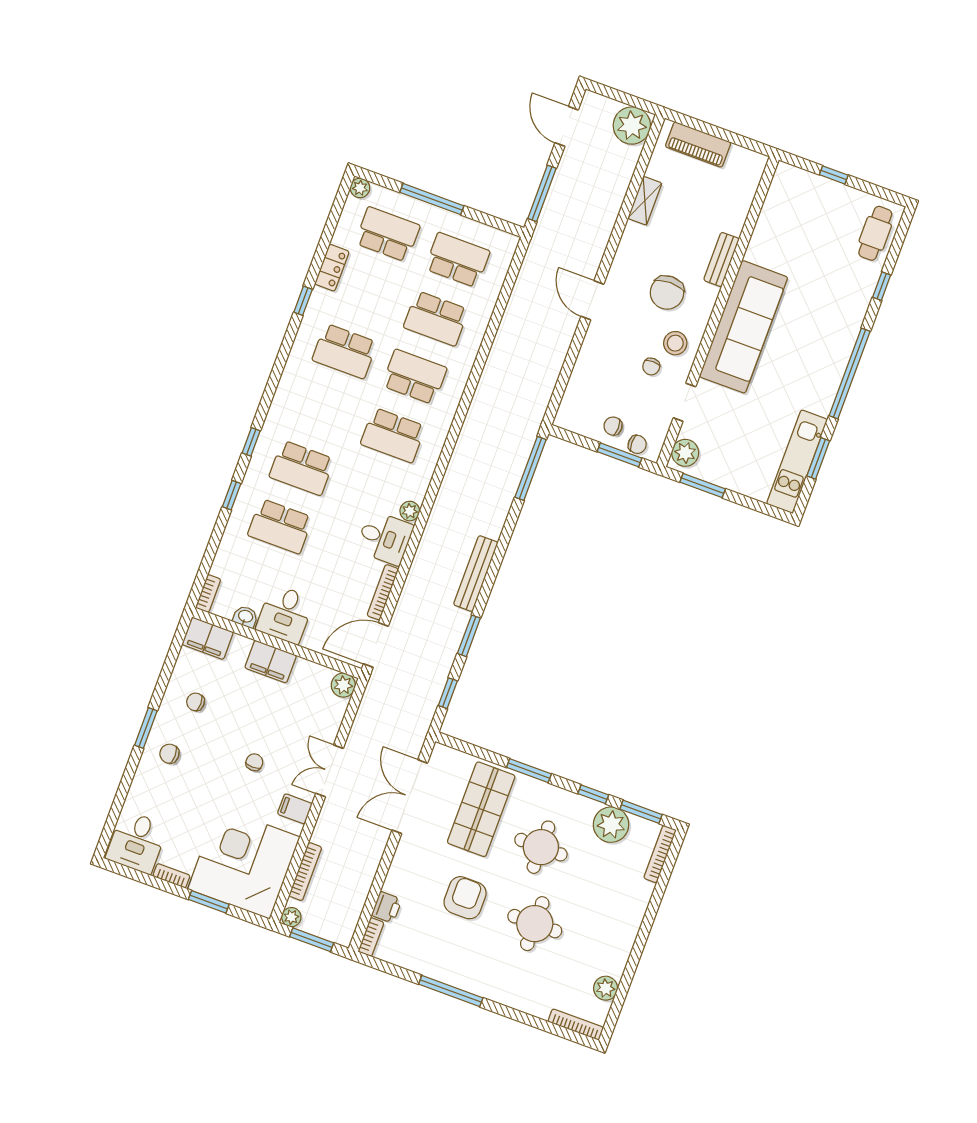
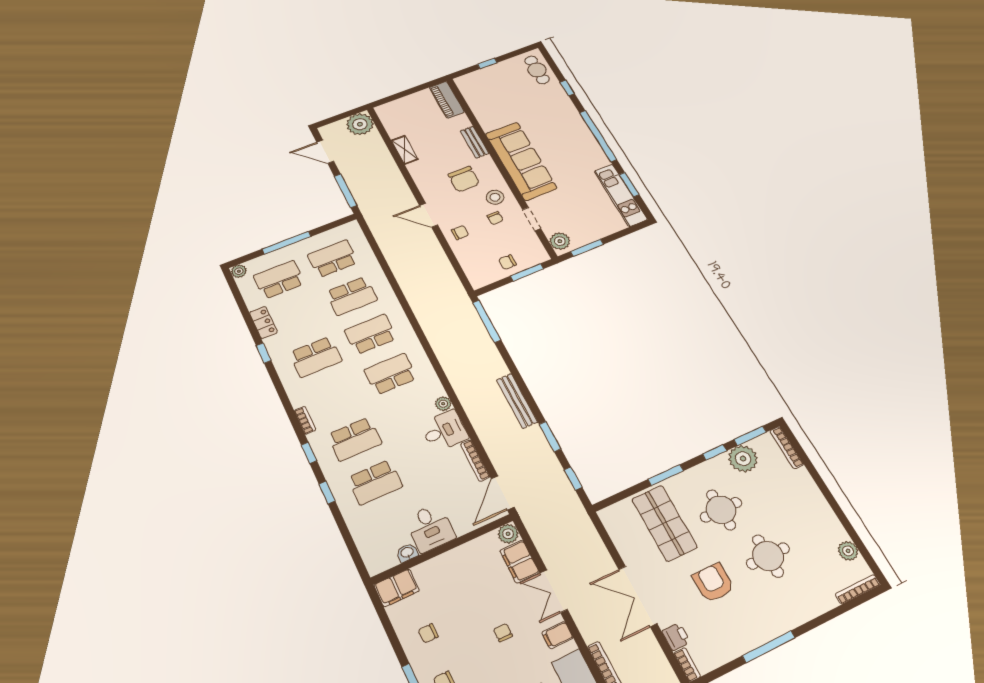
piano: (698, 145) -> (447, 100), moved, turned 90
school desk: (393, 435) -> (391, 374), turned 180
chair: (637, 444) -> (460, 233), moved
bookcase: (208, 593) -> (305, 420), moved
filing cabinet: (271, 662) -> (520, 562), moved, turned 90
double door: (410, 797) -> (638, 596), moved

